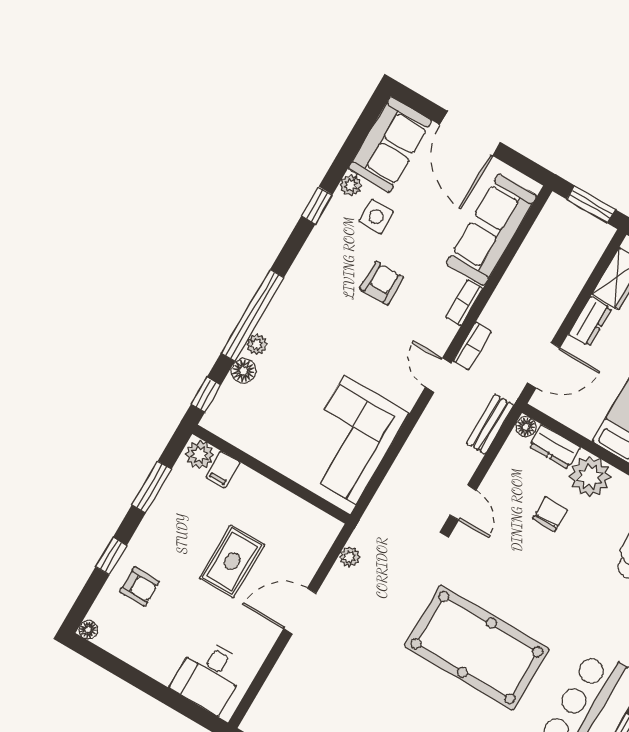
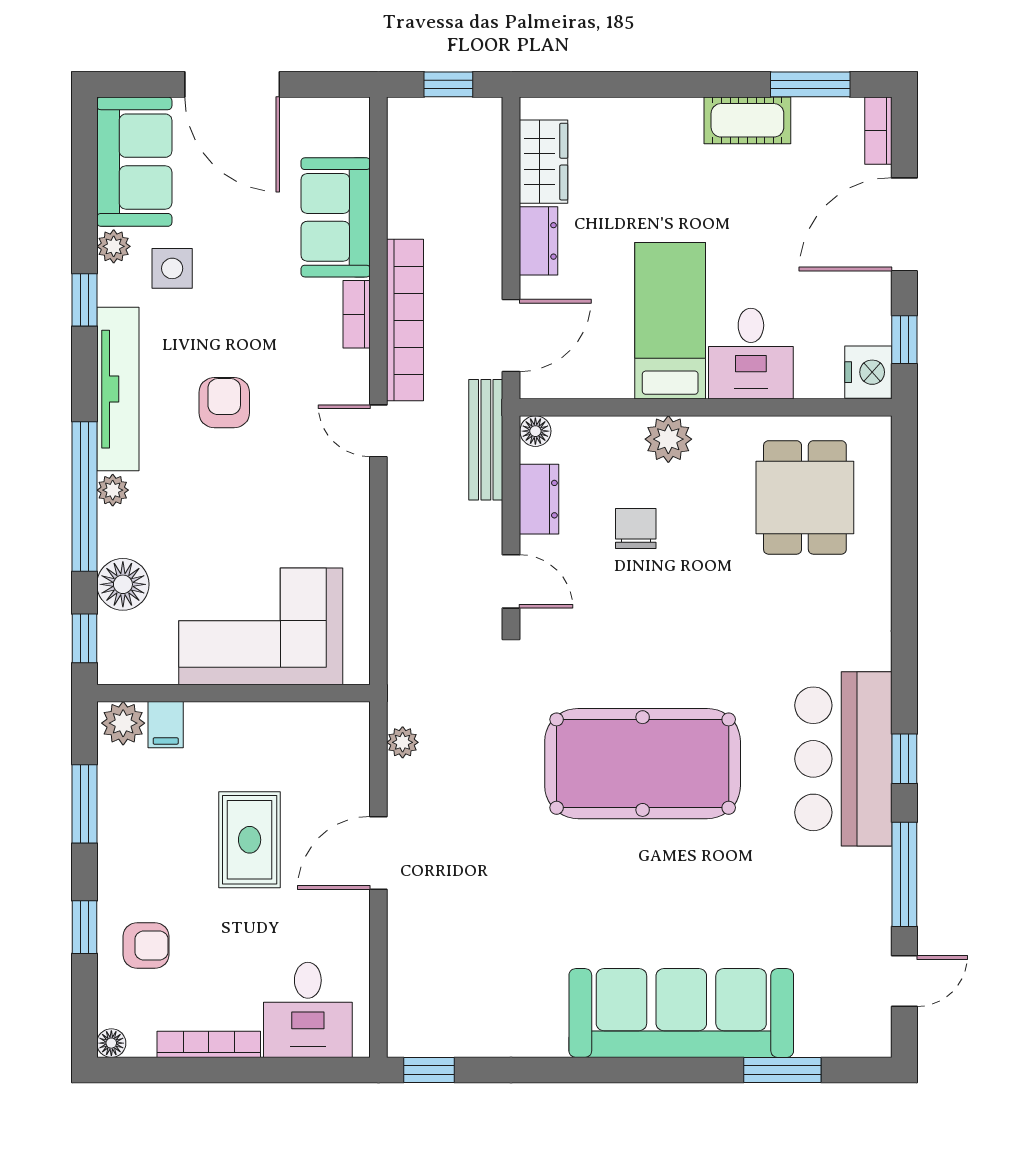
window: (591, 204) -> (448, 84), width x0.67
sofa: (491, 230) -> (336, 217), width x0.73
tv unit: (306, 266) -> (118, 389), added
armchair: (382, 283) -> (224, 403), moved
plant: (257, 344) -> (113, 490), moved
bookcase: (472, 346) -> (405, 320), width x2.31, depth x1.31
floor lamp: (243, 371) -> (123, 584), width x1.38, depth x1.38
bench: (490, 424) -> (486, 440), width x1.36
corner sofa: (350, 440) -> (261, 626), moved, turned 90
dresser: (555, 447) -> (539, 499), moved, turned -90
plant: (590, 477) -> (668, 439), width x0.73, depth x0.73
bookcase: (142, 662) -> (209, 1044), added

